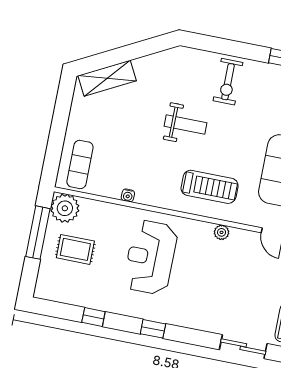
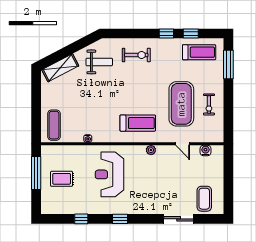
exercise bike: (228, 82) -> (136, 55), turned -90
weight bench: (186, 125) -> (99, 62), moved
plant: (65, 208) -> (50, 154), removed

